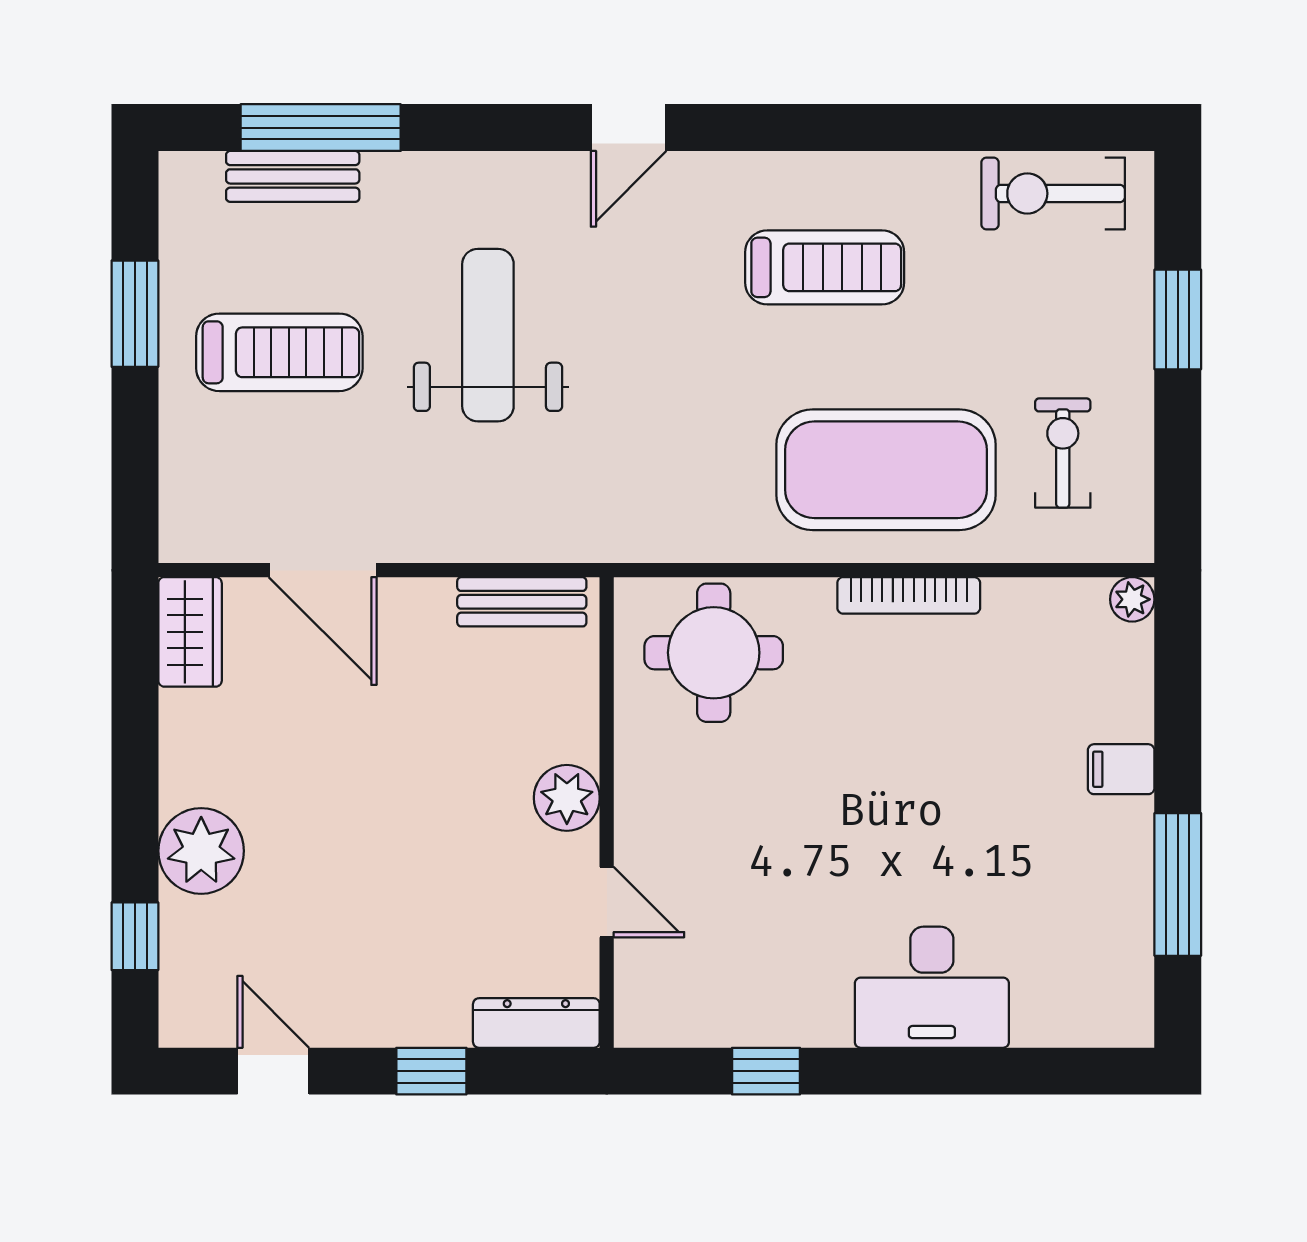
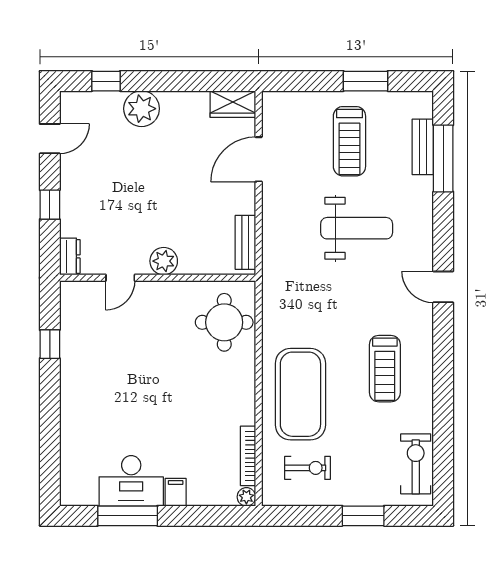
bookcase: (909, 595) -> (248, 456), moved
desk: (932, 987) -> (131, 481), moved, turned -90
dresser: (536, 1023) -> (70, 256), width x0.70

